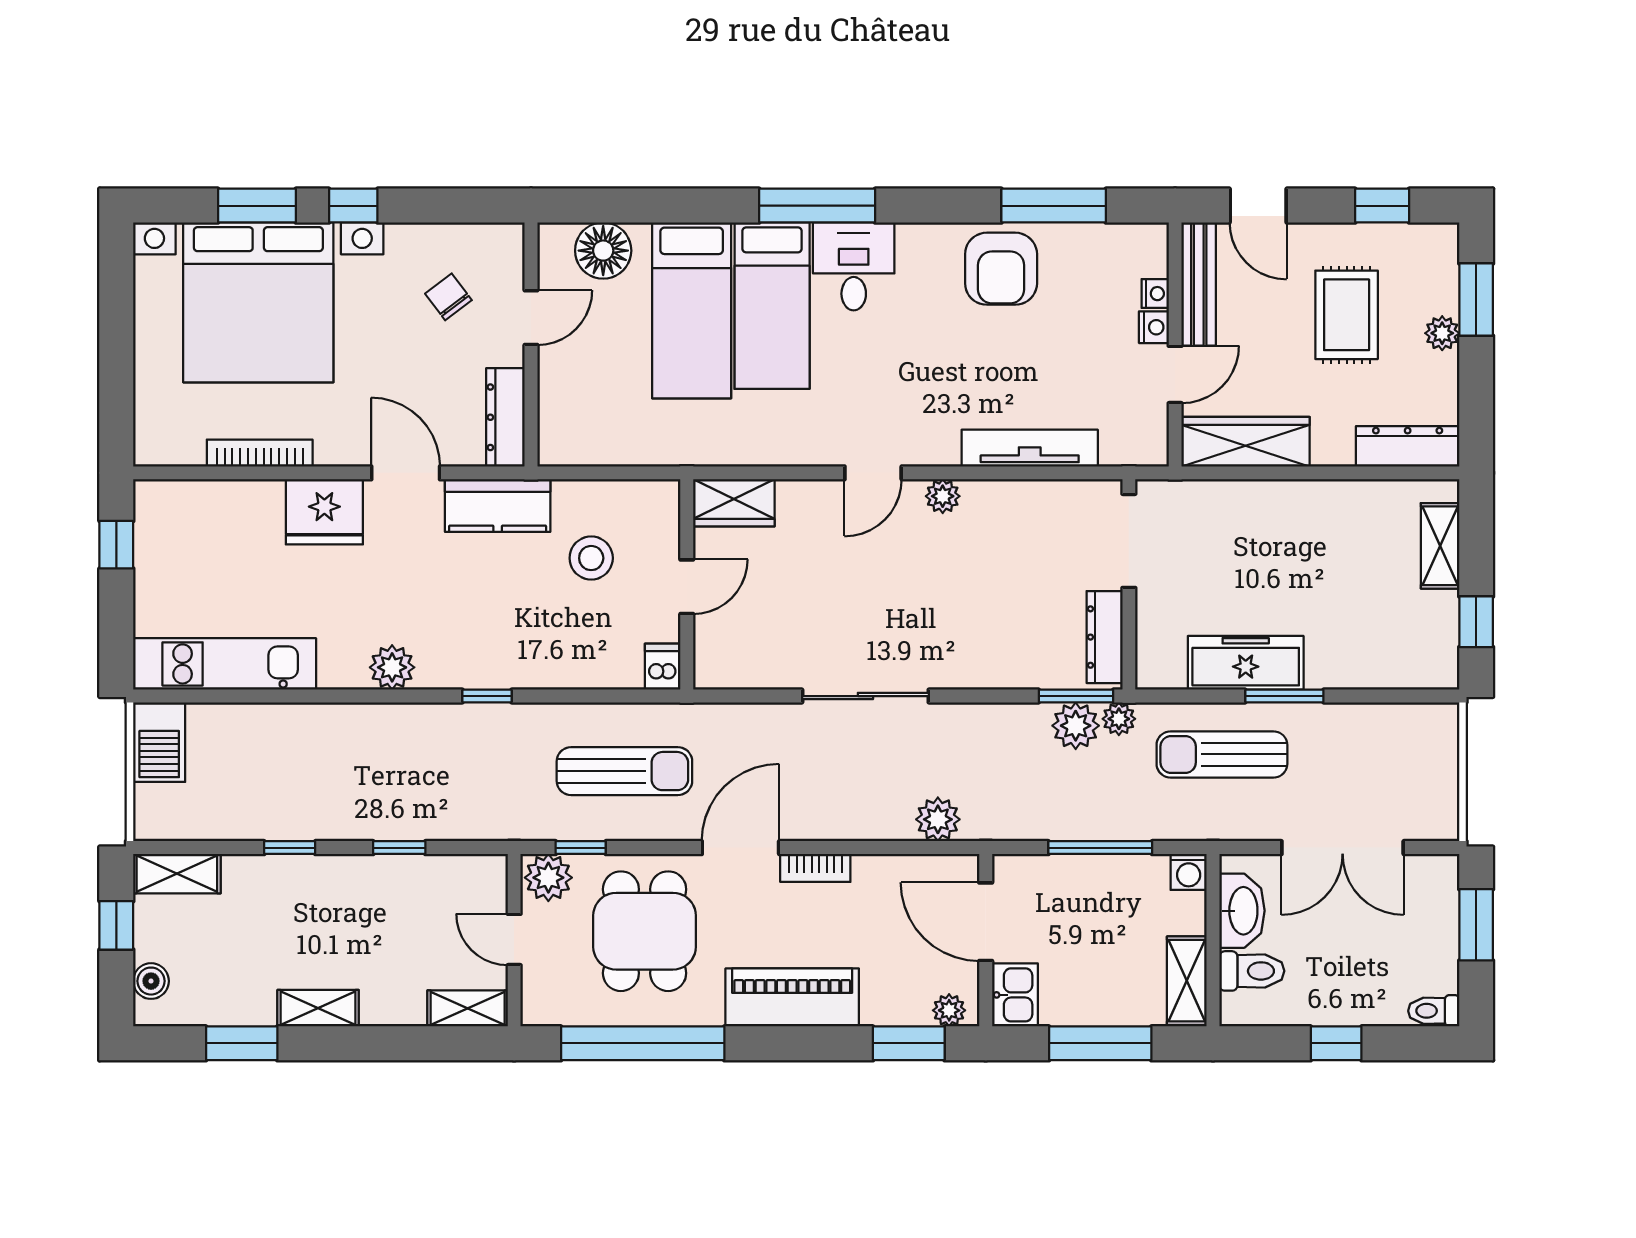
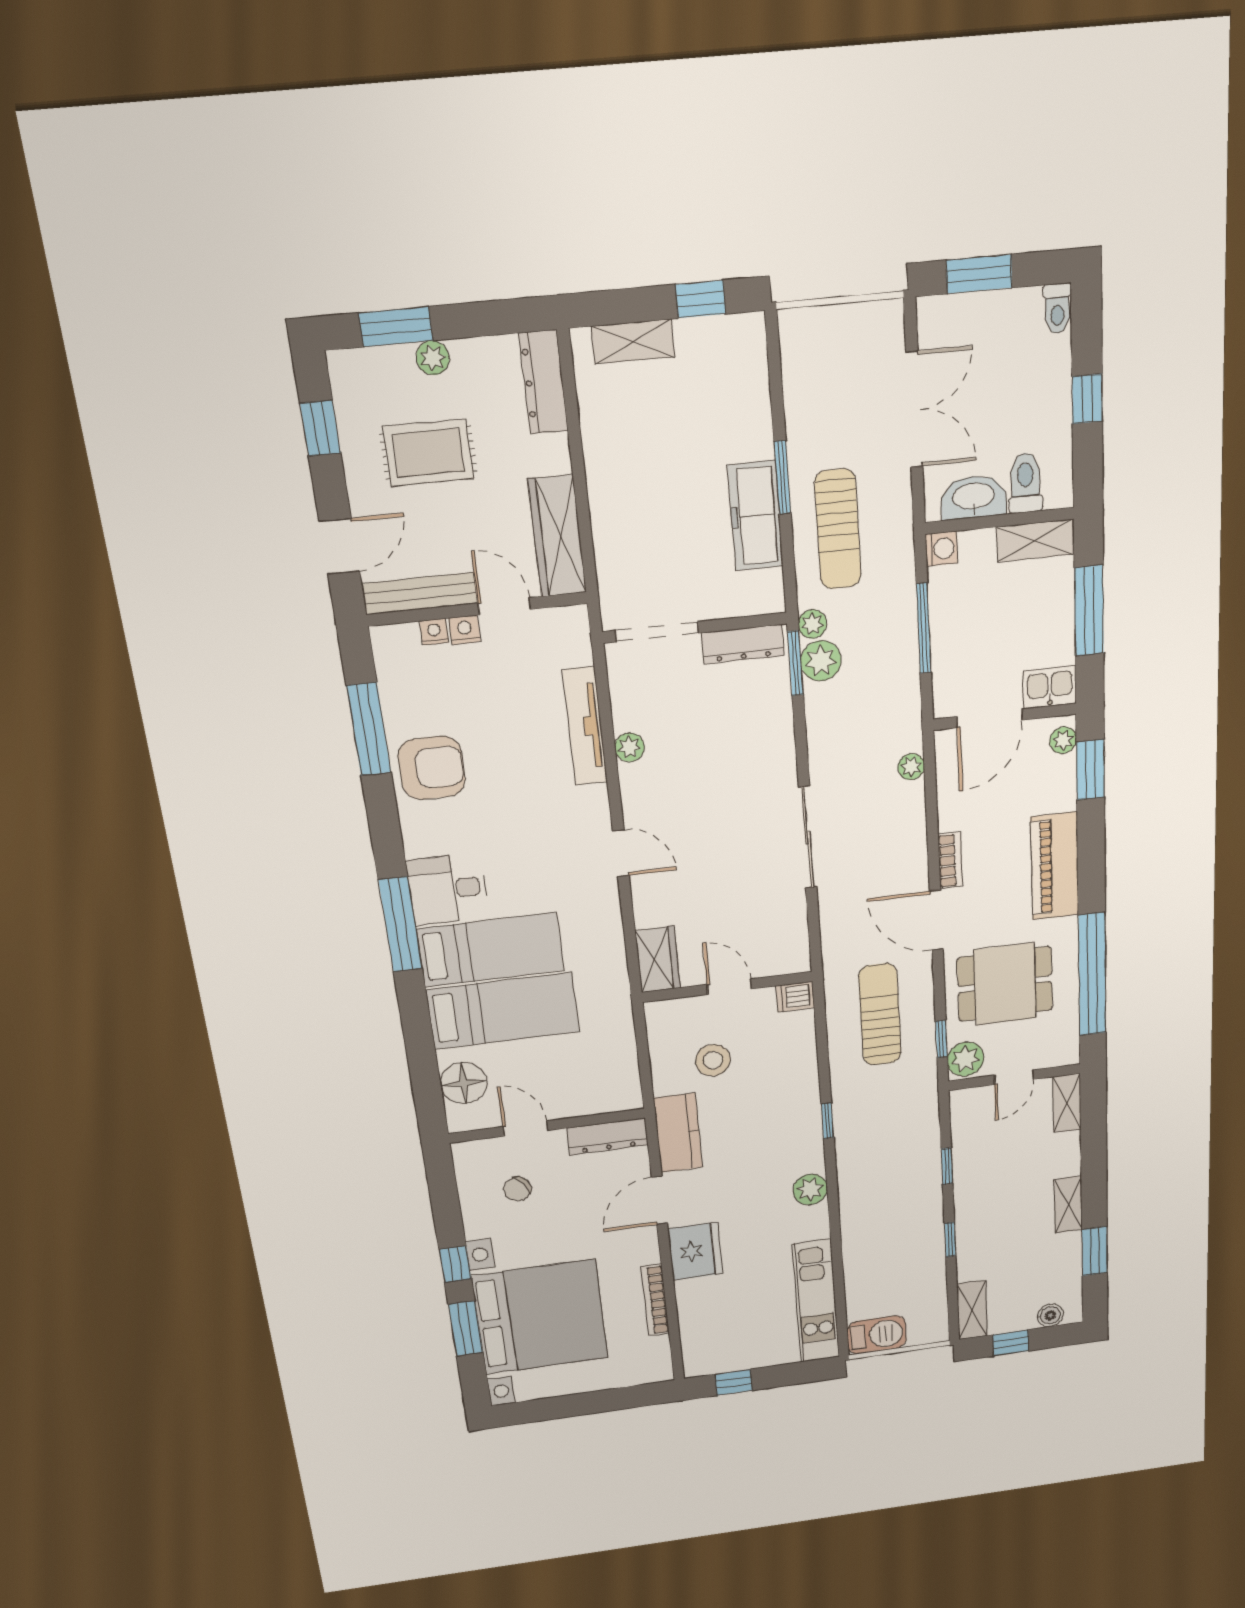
plant: (943, 496) -> (629, 747), moved
plant: (938, 819) -> (911, 767), width x0.73, depth x0.73

